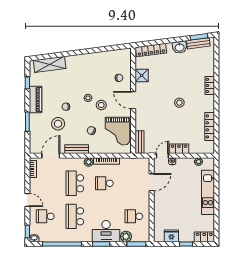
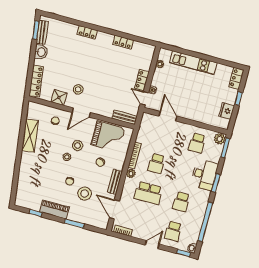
shelving: (50, 64) -> (30, 136), moved
stool: (179, 103) -> (78, 89), moved
locker: (210, 126) -> (123, 42), width x0.66
school desk: (75, 216) -> (181, 202), width x0.54
plant: (126, 236) -> (220, 139), moved

